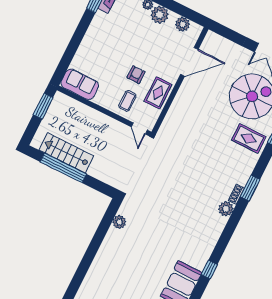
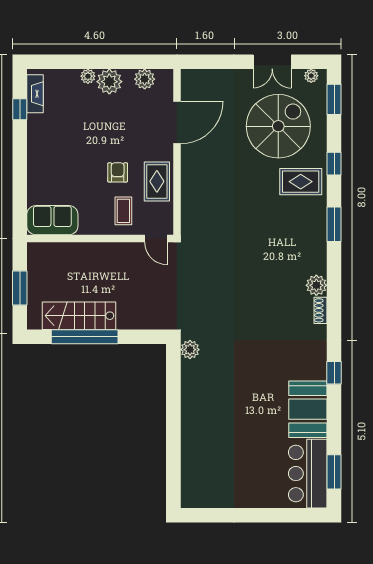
window: (43, 106) -> (20, 288), moved
window: (250, 188) -> (334, 224), moved
shoe rack: (236, 194) -> (320, 310), moved
plant: (119, 222) -> (190, 350), moved

